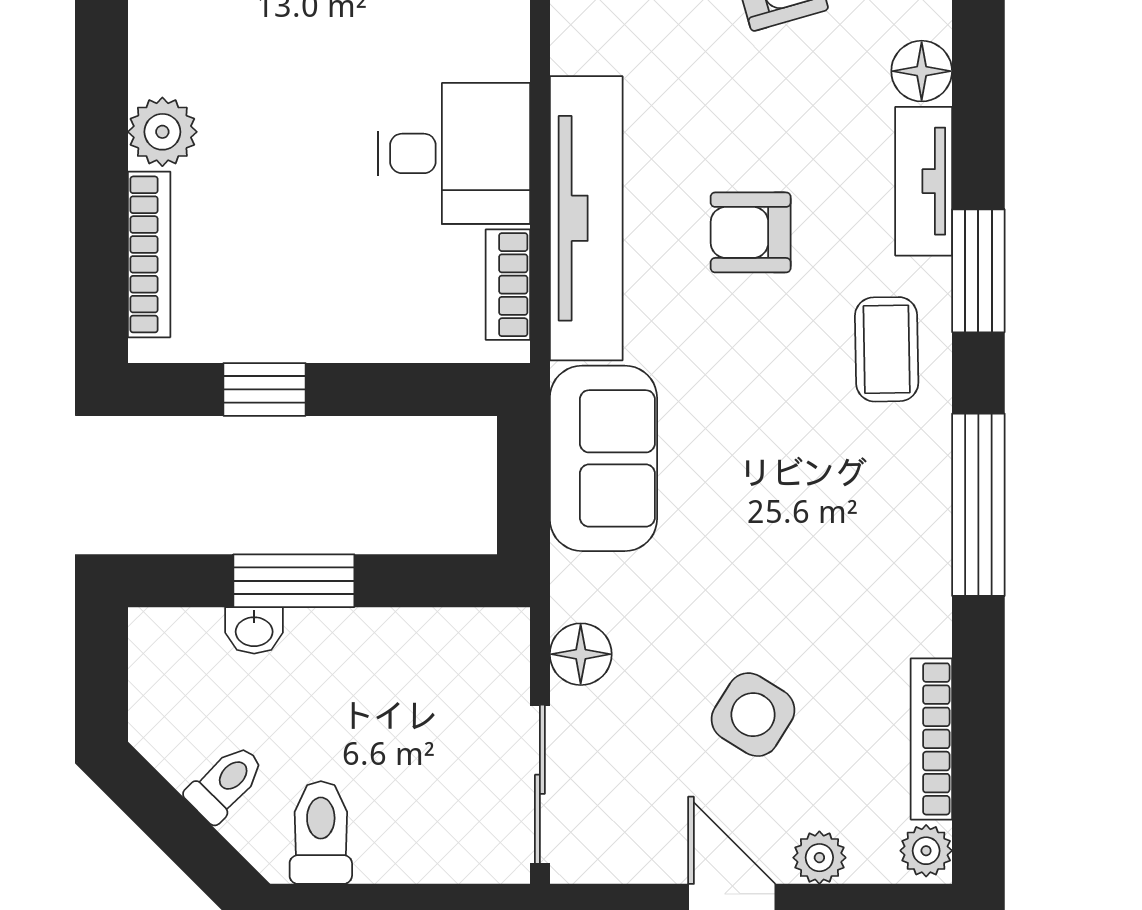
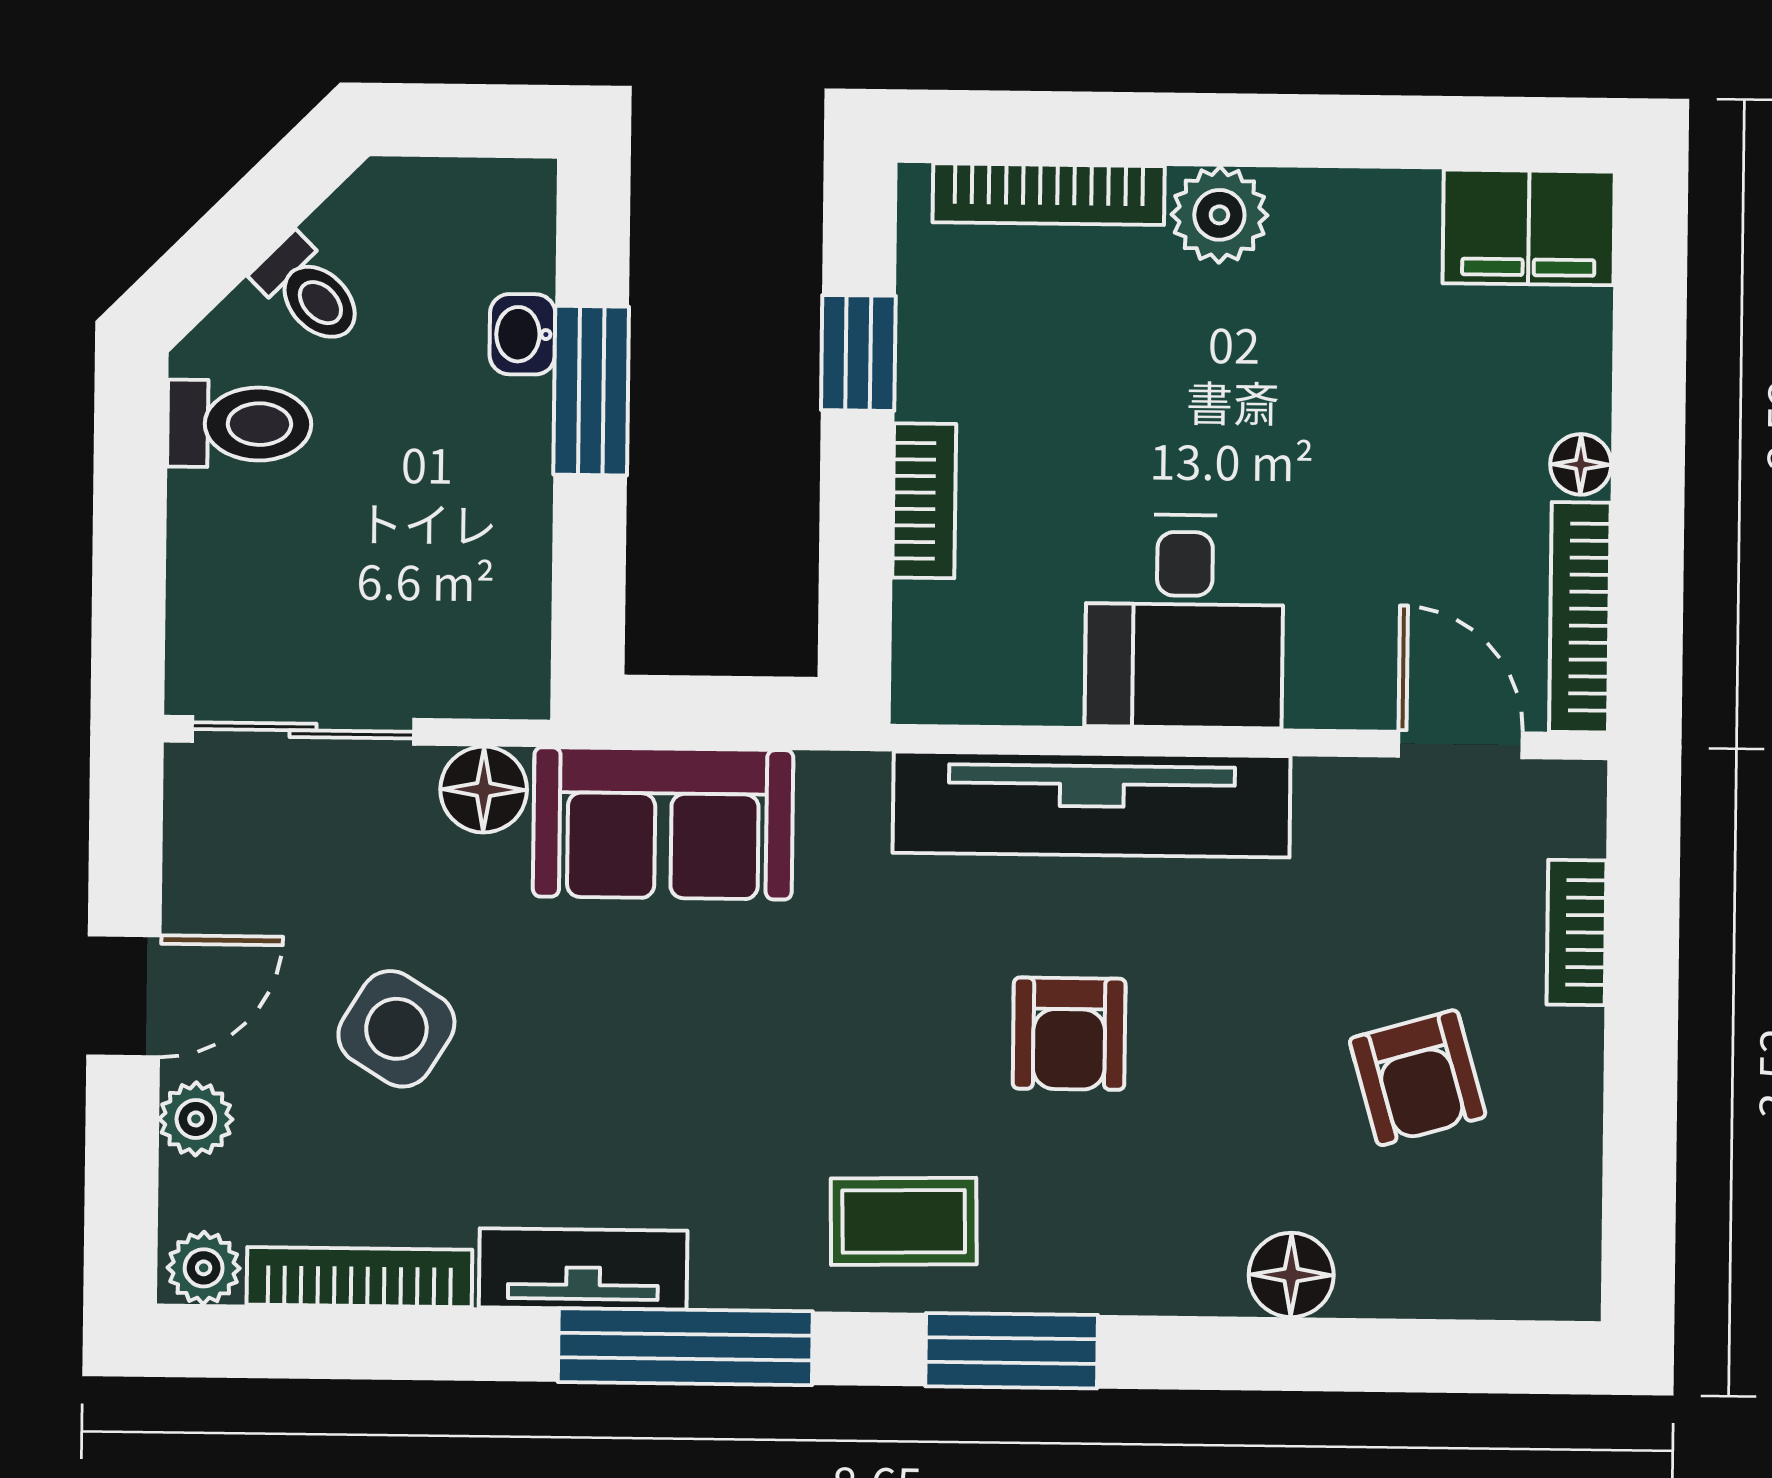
tv unit: (924, 181) -> (583, 1269), moved
armchair: (751, 232) -> (1069, 1034), turned 180
bookcase: (508, 285) -> (924, 501), moved, turned 90
sofa: (603, 458) -> (663, 823), moved

